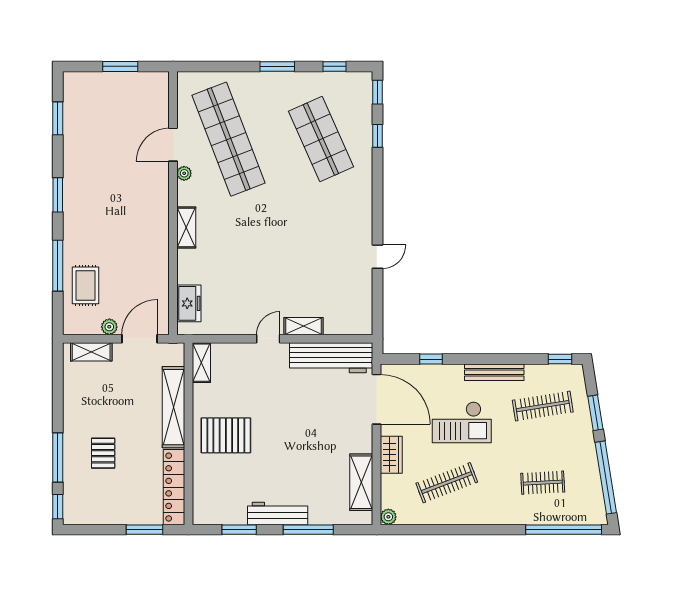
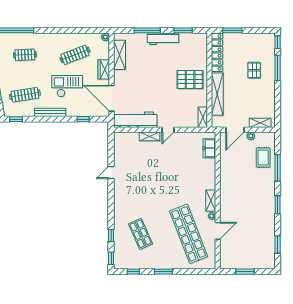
shop shelf: (321, 139) -> (140, 234), width x0.70, depth x0.74
shelving: (186, 227) -> (211, 201), moved

